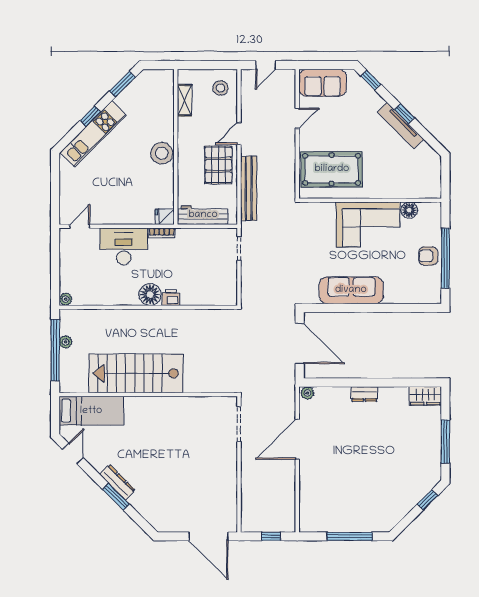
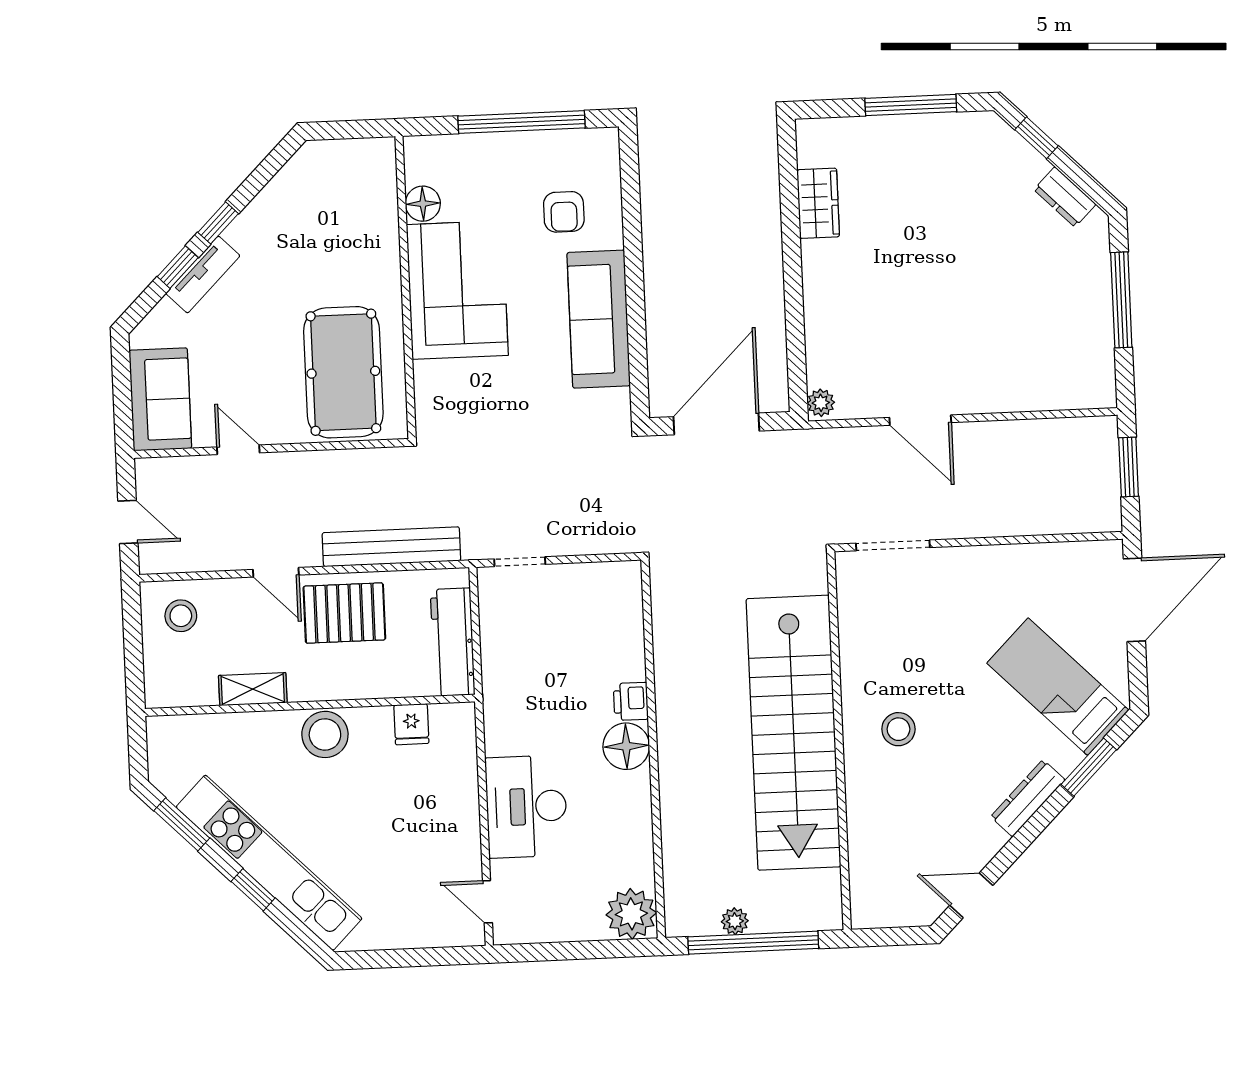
window: (371, 80) -> (178, 267), moved
shelving: (185, 100) -> (253, 689), moved
tv unit: (400, 125) -> (203, 275), moved, width x0.71
kitchen unit: (93, 134) -> (269, 863), width x1.36
fridge: (165, 217) -> (411, 724), moved
bookcase: (162, 233) -> (494, 727), removed
armchair: (428, 256) -> (564, 212), moved
plant: (66, 299) -> (631, 914), width x1.87, depth x1.87
stairs: (136, 373) -> (794, 733), width x1.36
dresser: (364, 394) -> (1065, 197), moved, turned 135
wardrobe: (425, 396) -> (818, 203), moved
bed: (91, 411) -> (1058, 687), moved, turned -45
stool: (152, 423) -> (898, 729), added
door: (297, 439) -> (920, 420), width x0.73
window: (116, 497) -> (1089, 767), moved
window: (271, 536) -> (1129, 467), width x1.50

